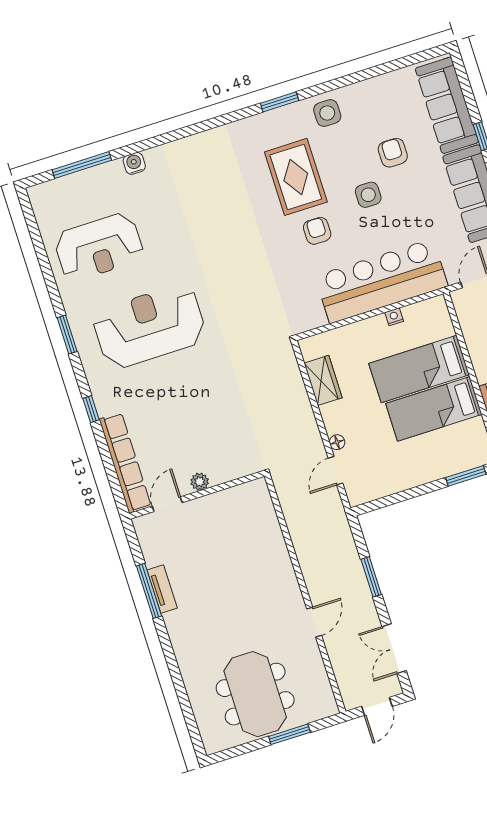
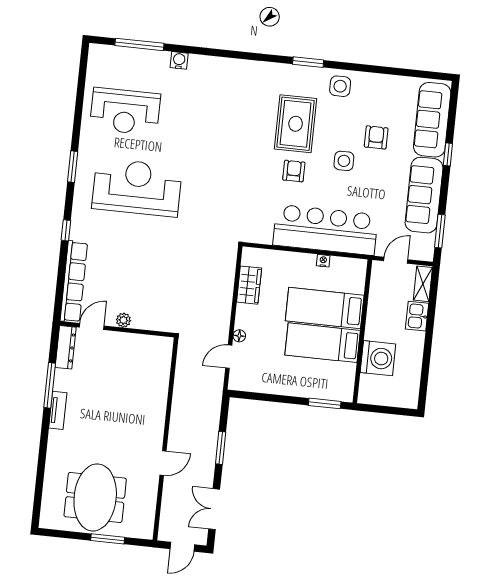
dresser: (148, 540) -> (66, 347), added
tv unit: (162, 589) -> (58, 410), moved

